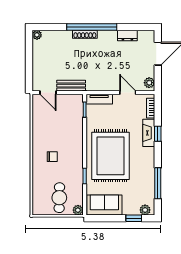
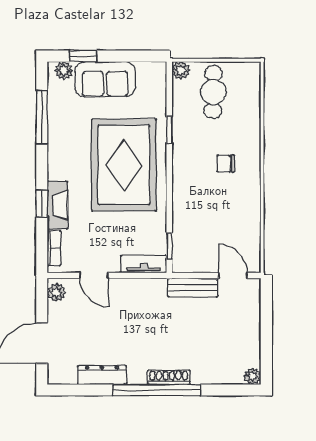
dresser: (127, 35) -> (102, 375), width x1.44
sofa: (104, 205) -> (105, 79), moved

